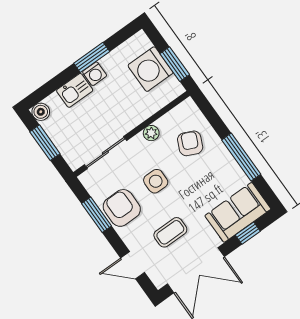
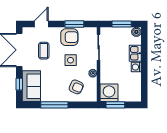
window: (92, 57) -> (144, 71), removed
washing machine: (151, 69) -> (109, 93), moved

